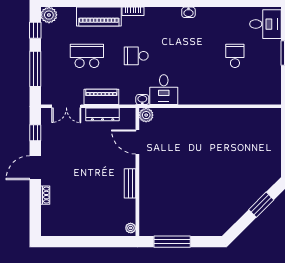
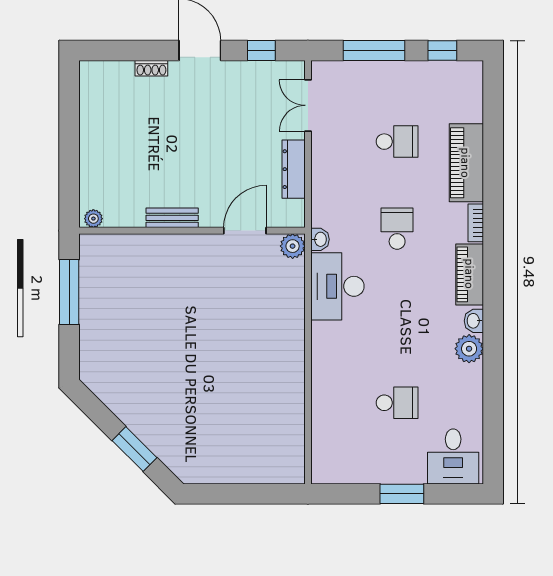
plant: (49, 15) -> (469, 349), moved
school desk: (87, 56) -> (397, 142), width x0.54
desk: (164, 90) -> (337, 286), width x1.37
piano: (101, 97) -> (470, 274), moved, turned 180

